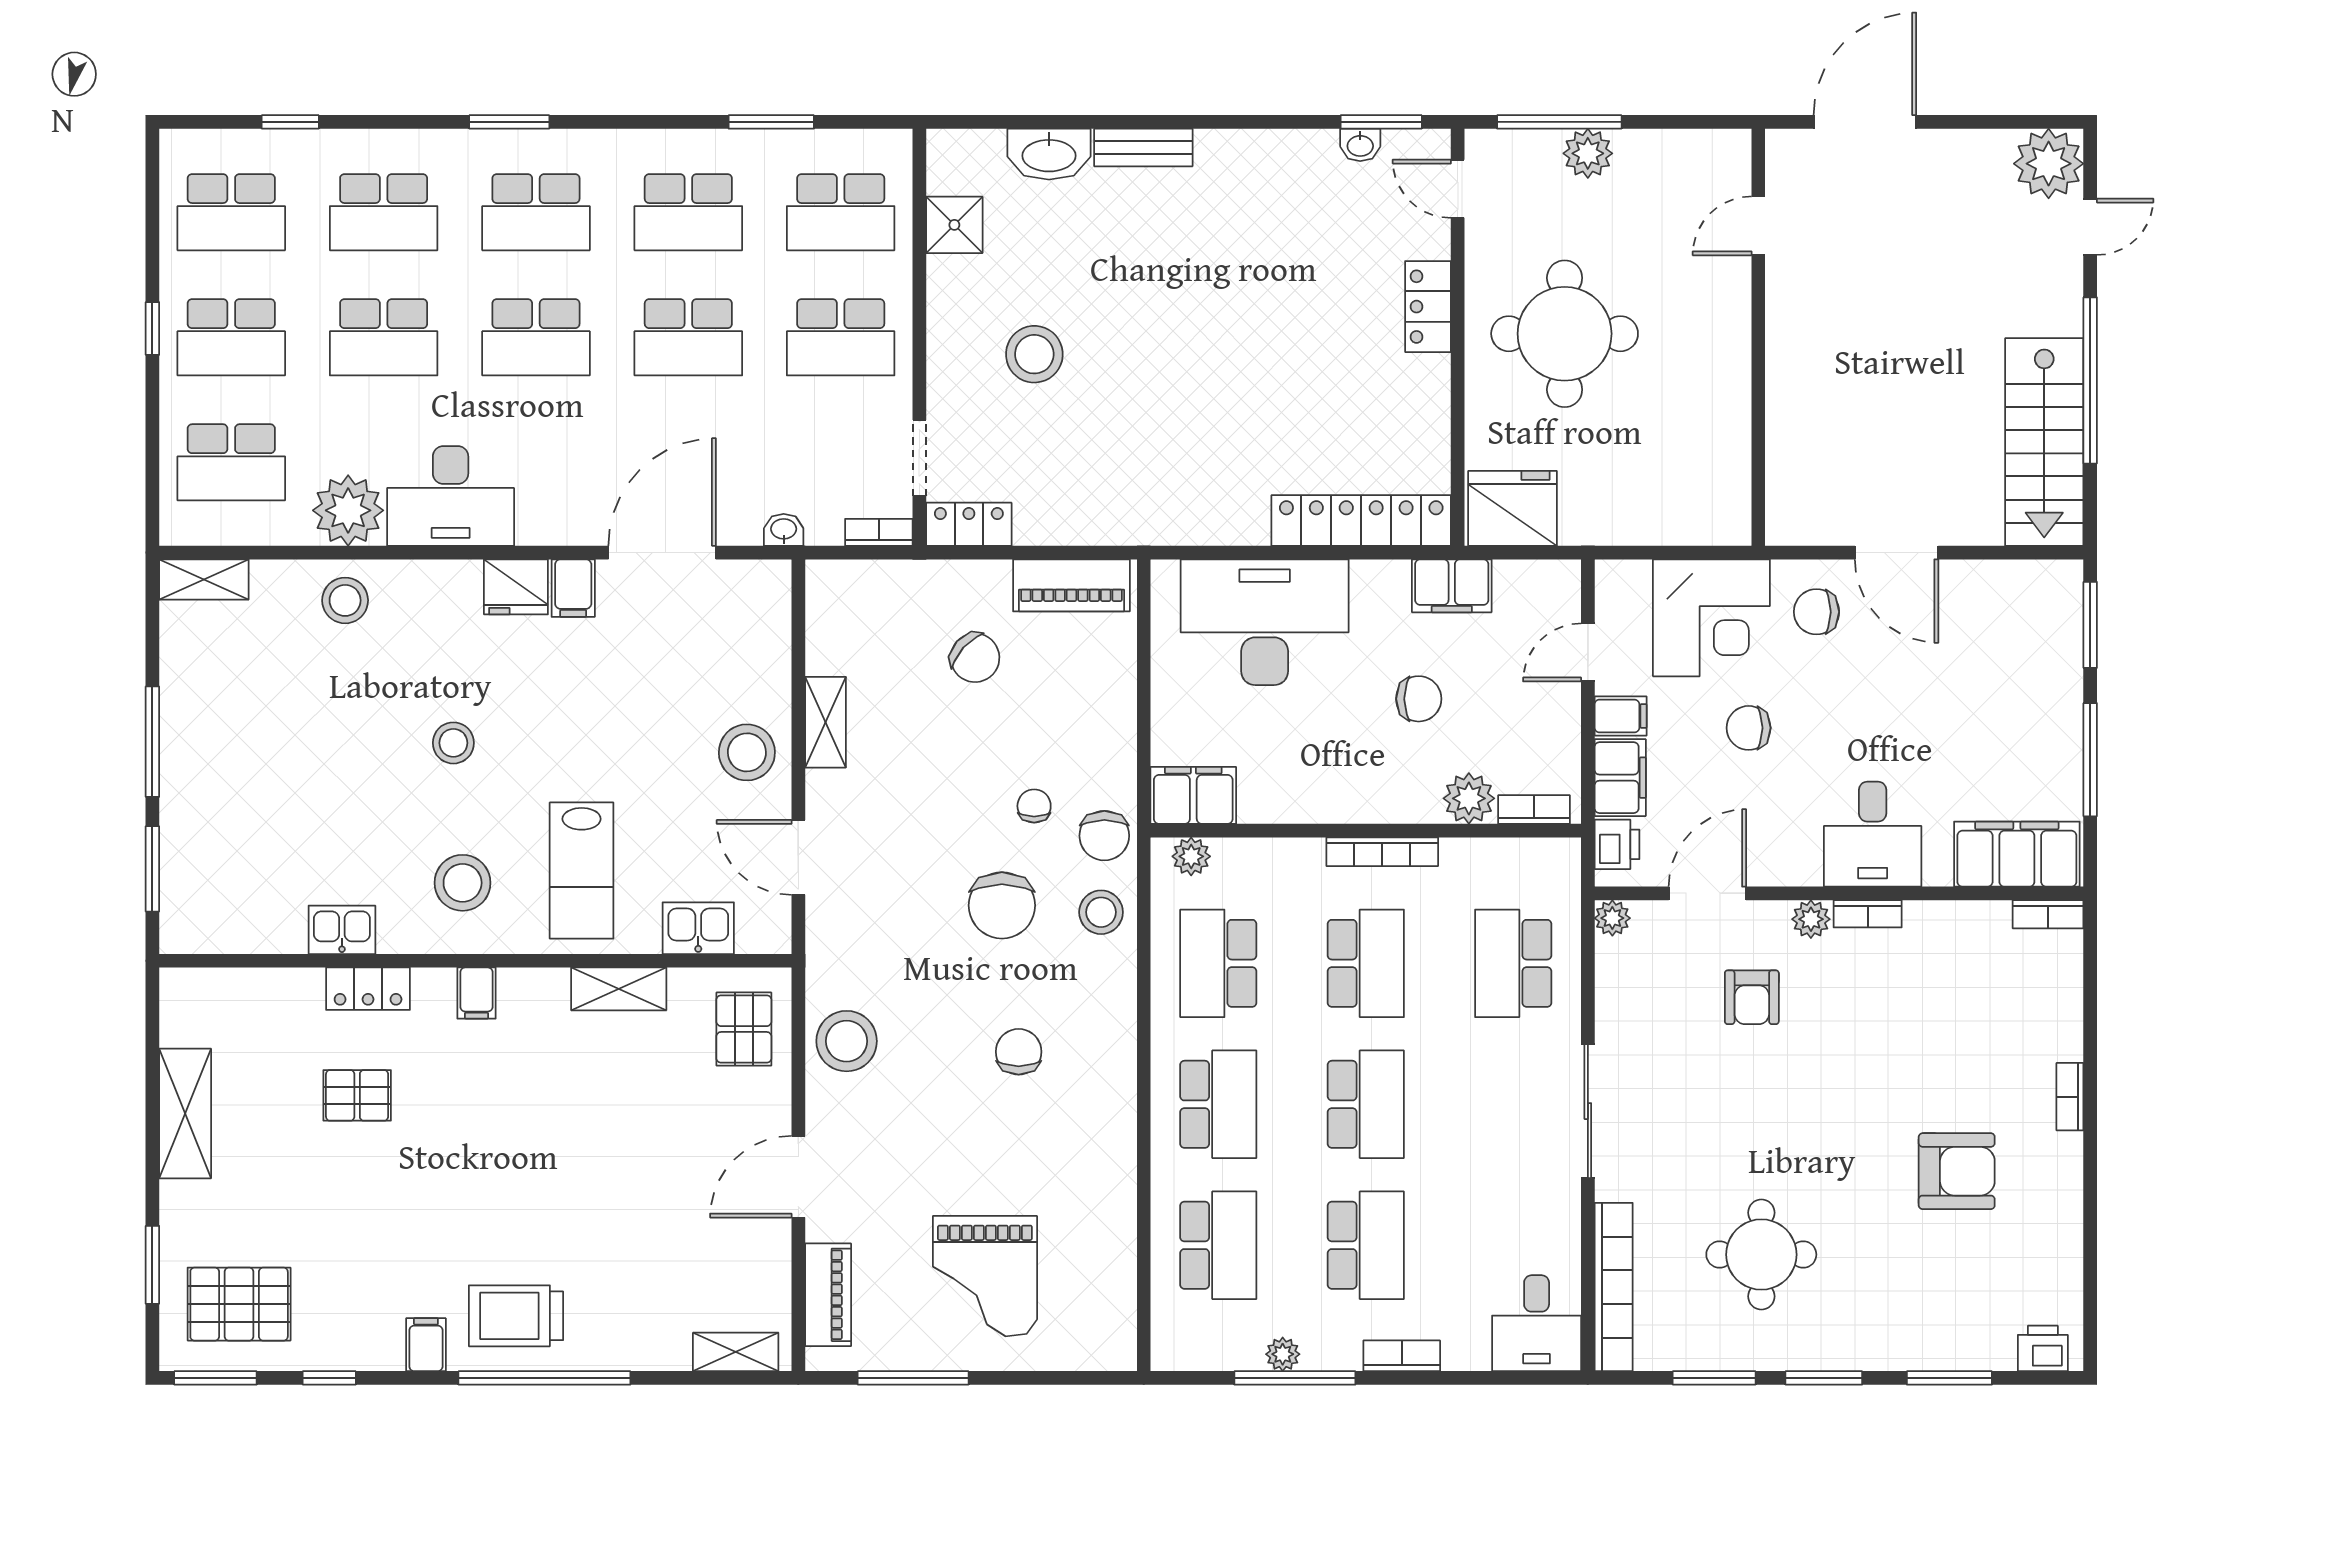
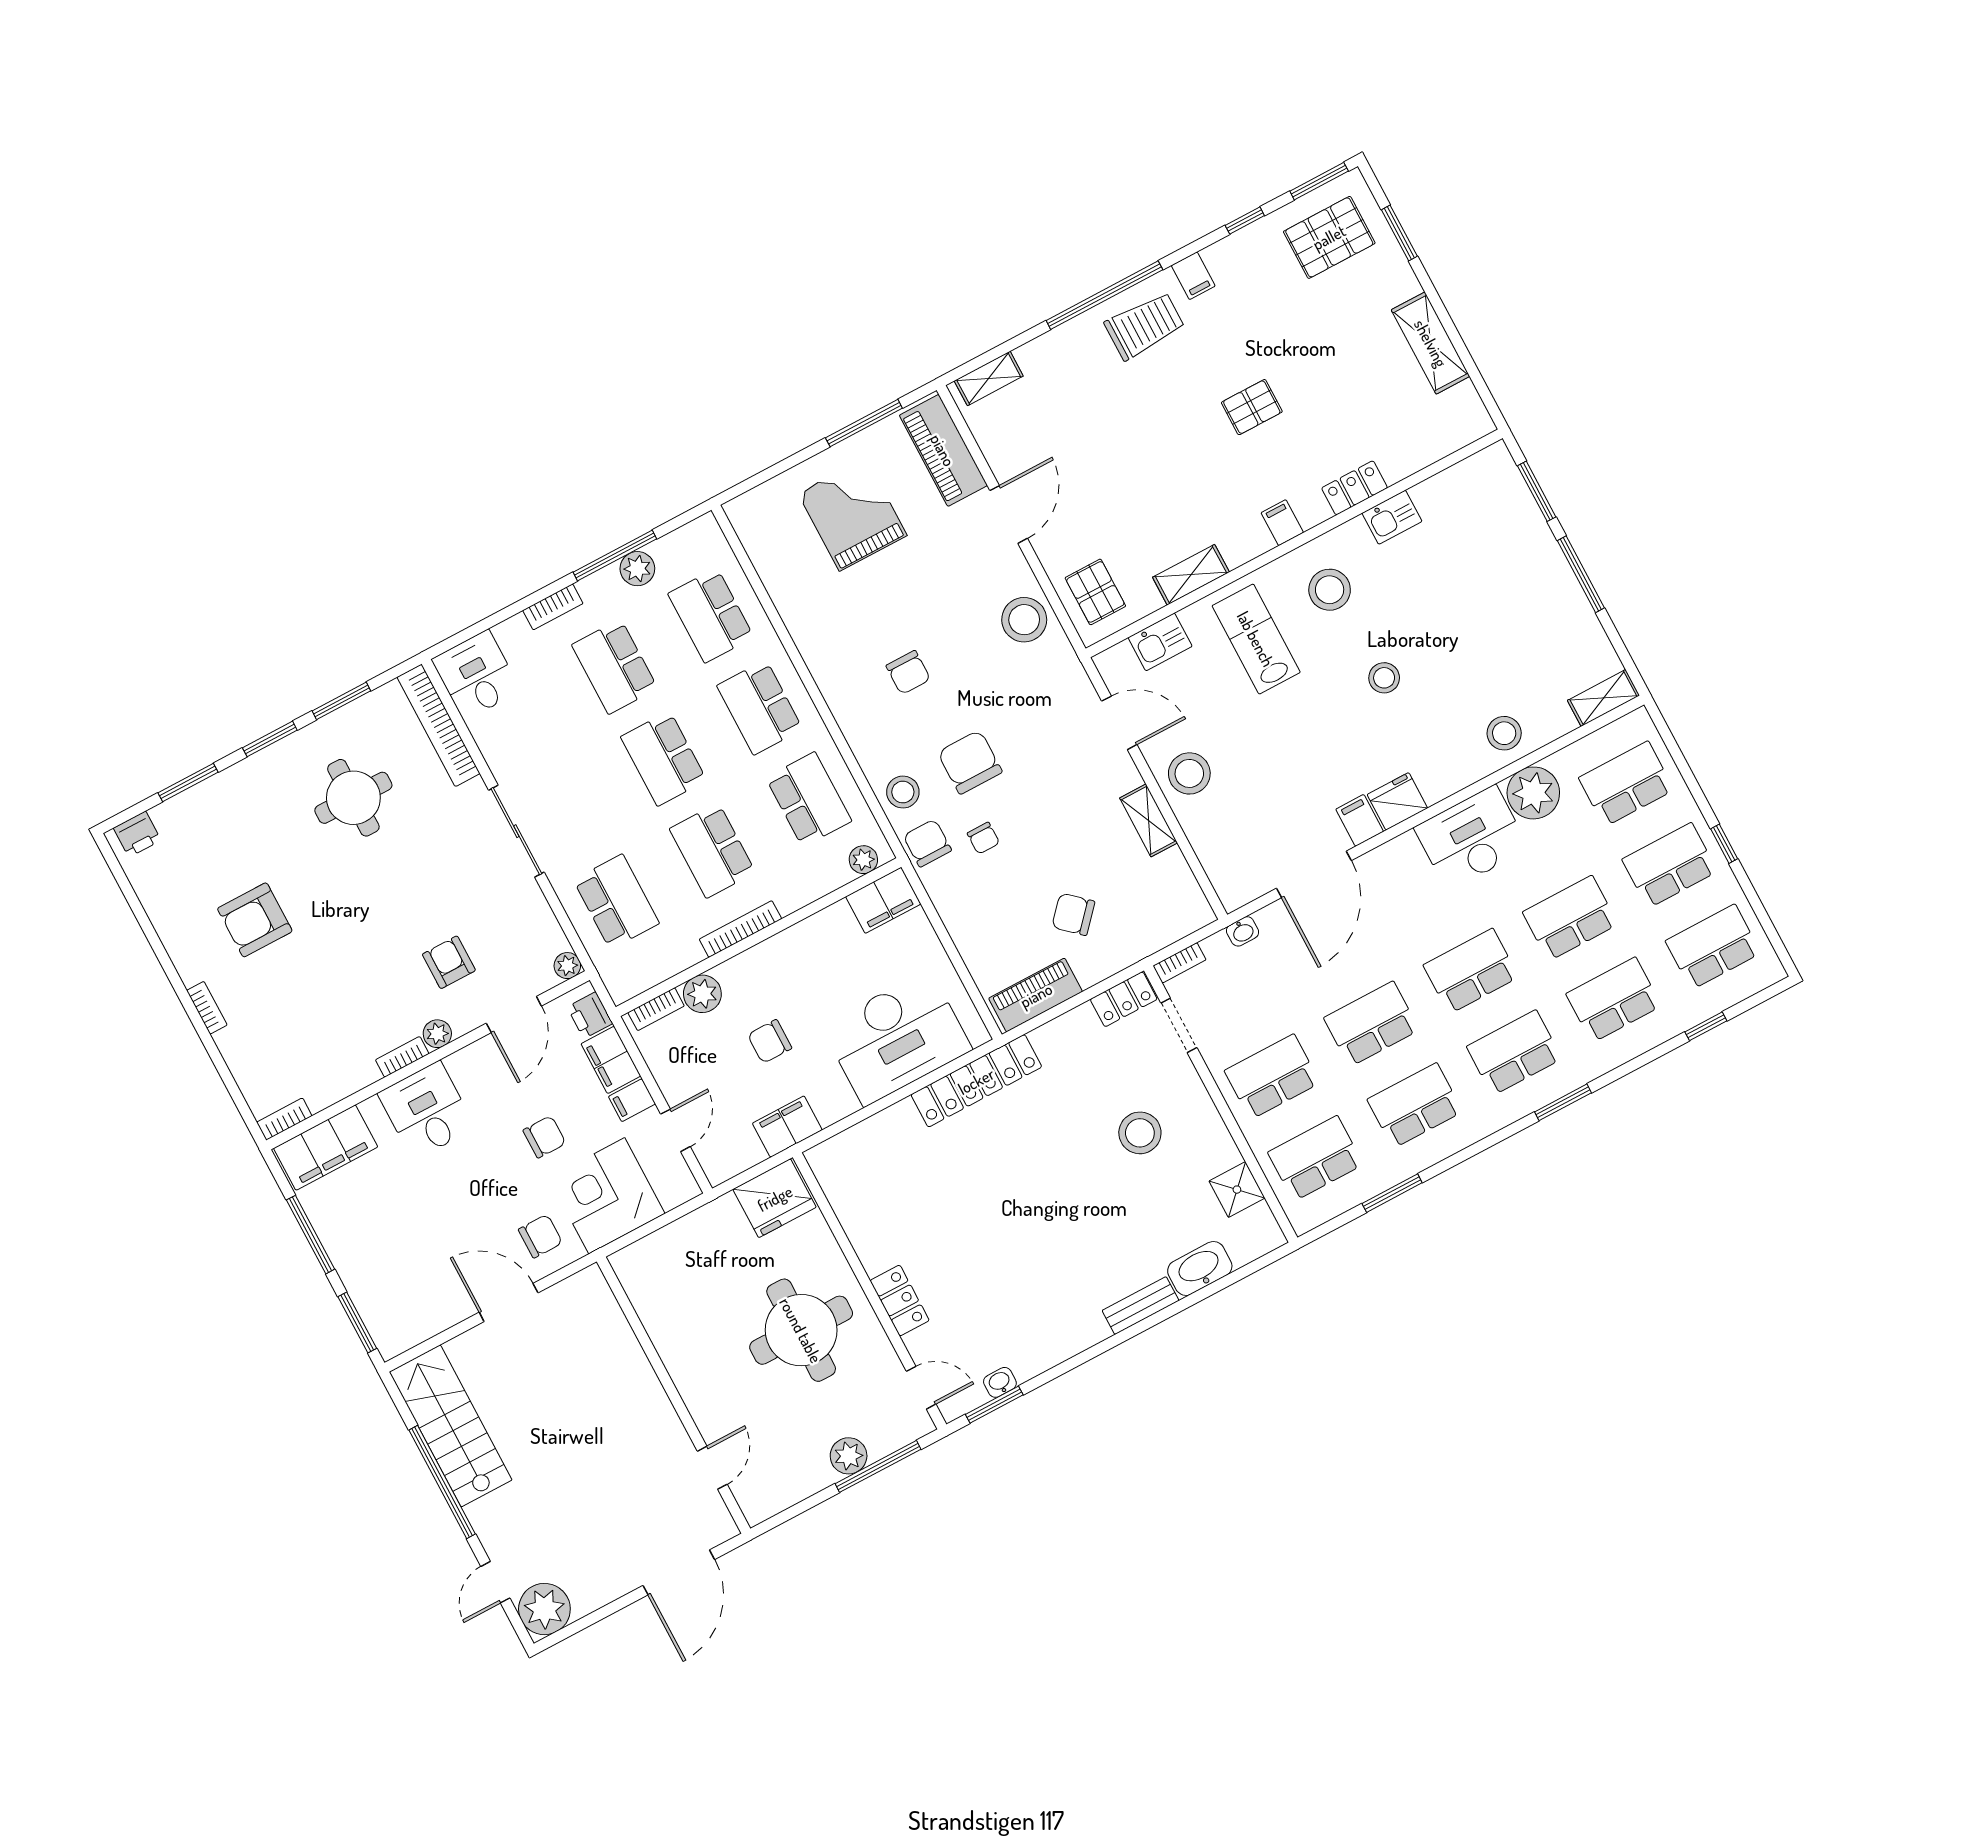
locker: (1361, 520) -> (976, 1081), moved
pallet: (357, 1095) -> (1252, 407), moved
piano: (828, 1295) -> (943, 450), width x1.37, depth x1.33
plant: (1283, 1354) -> (637, 569), width x1.38, depth x1.38

